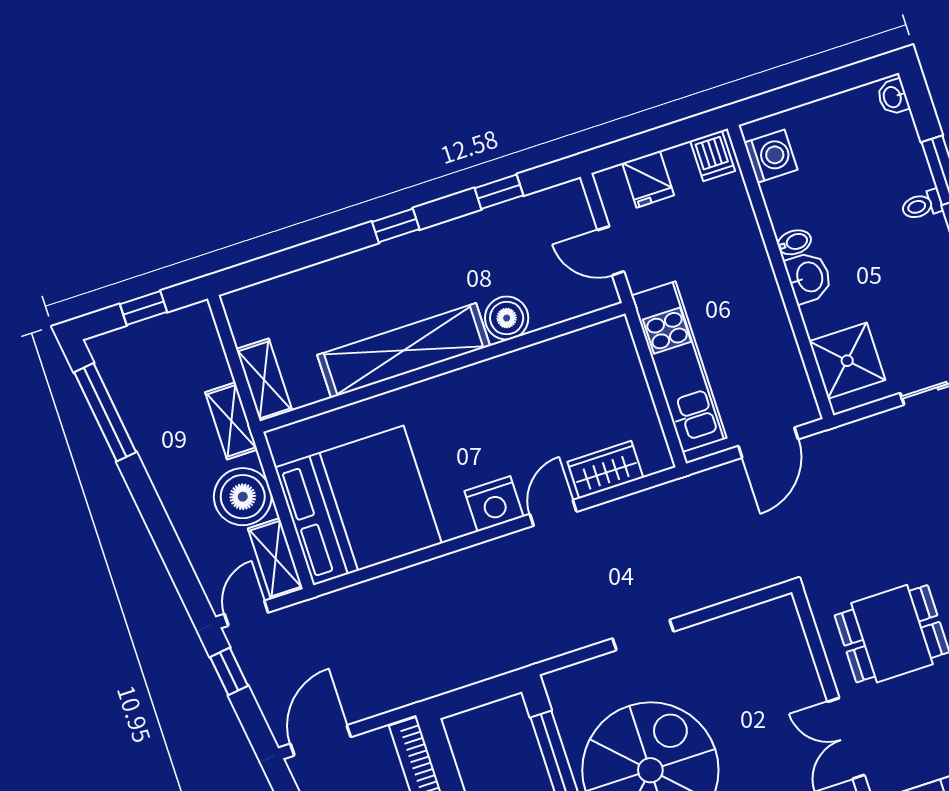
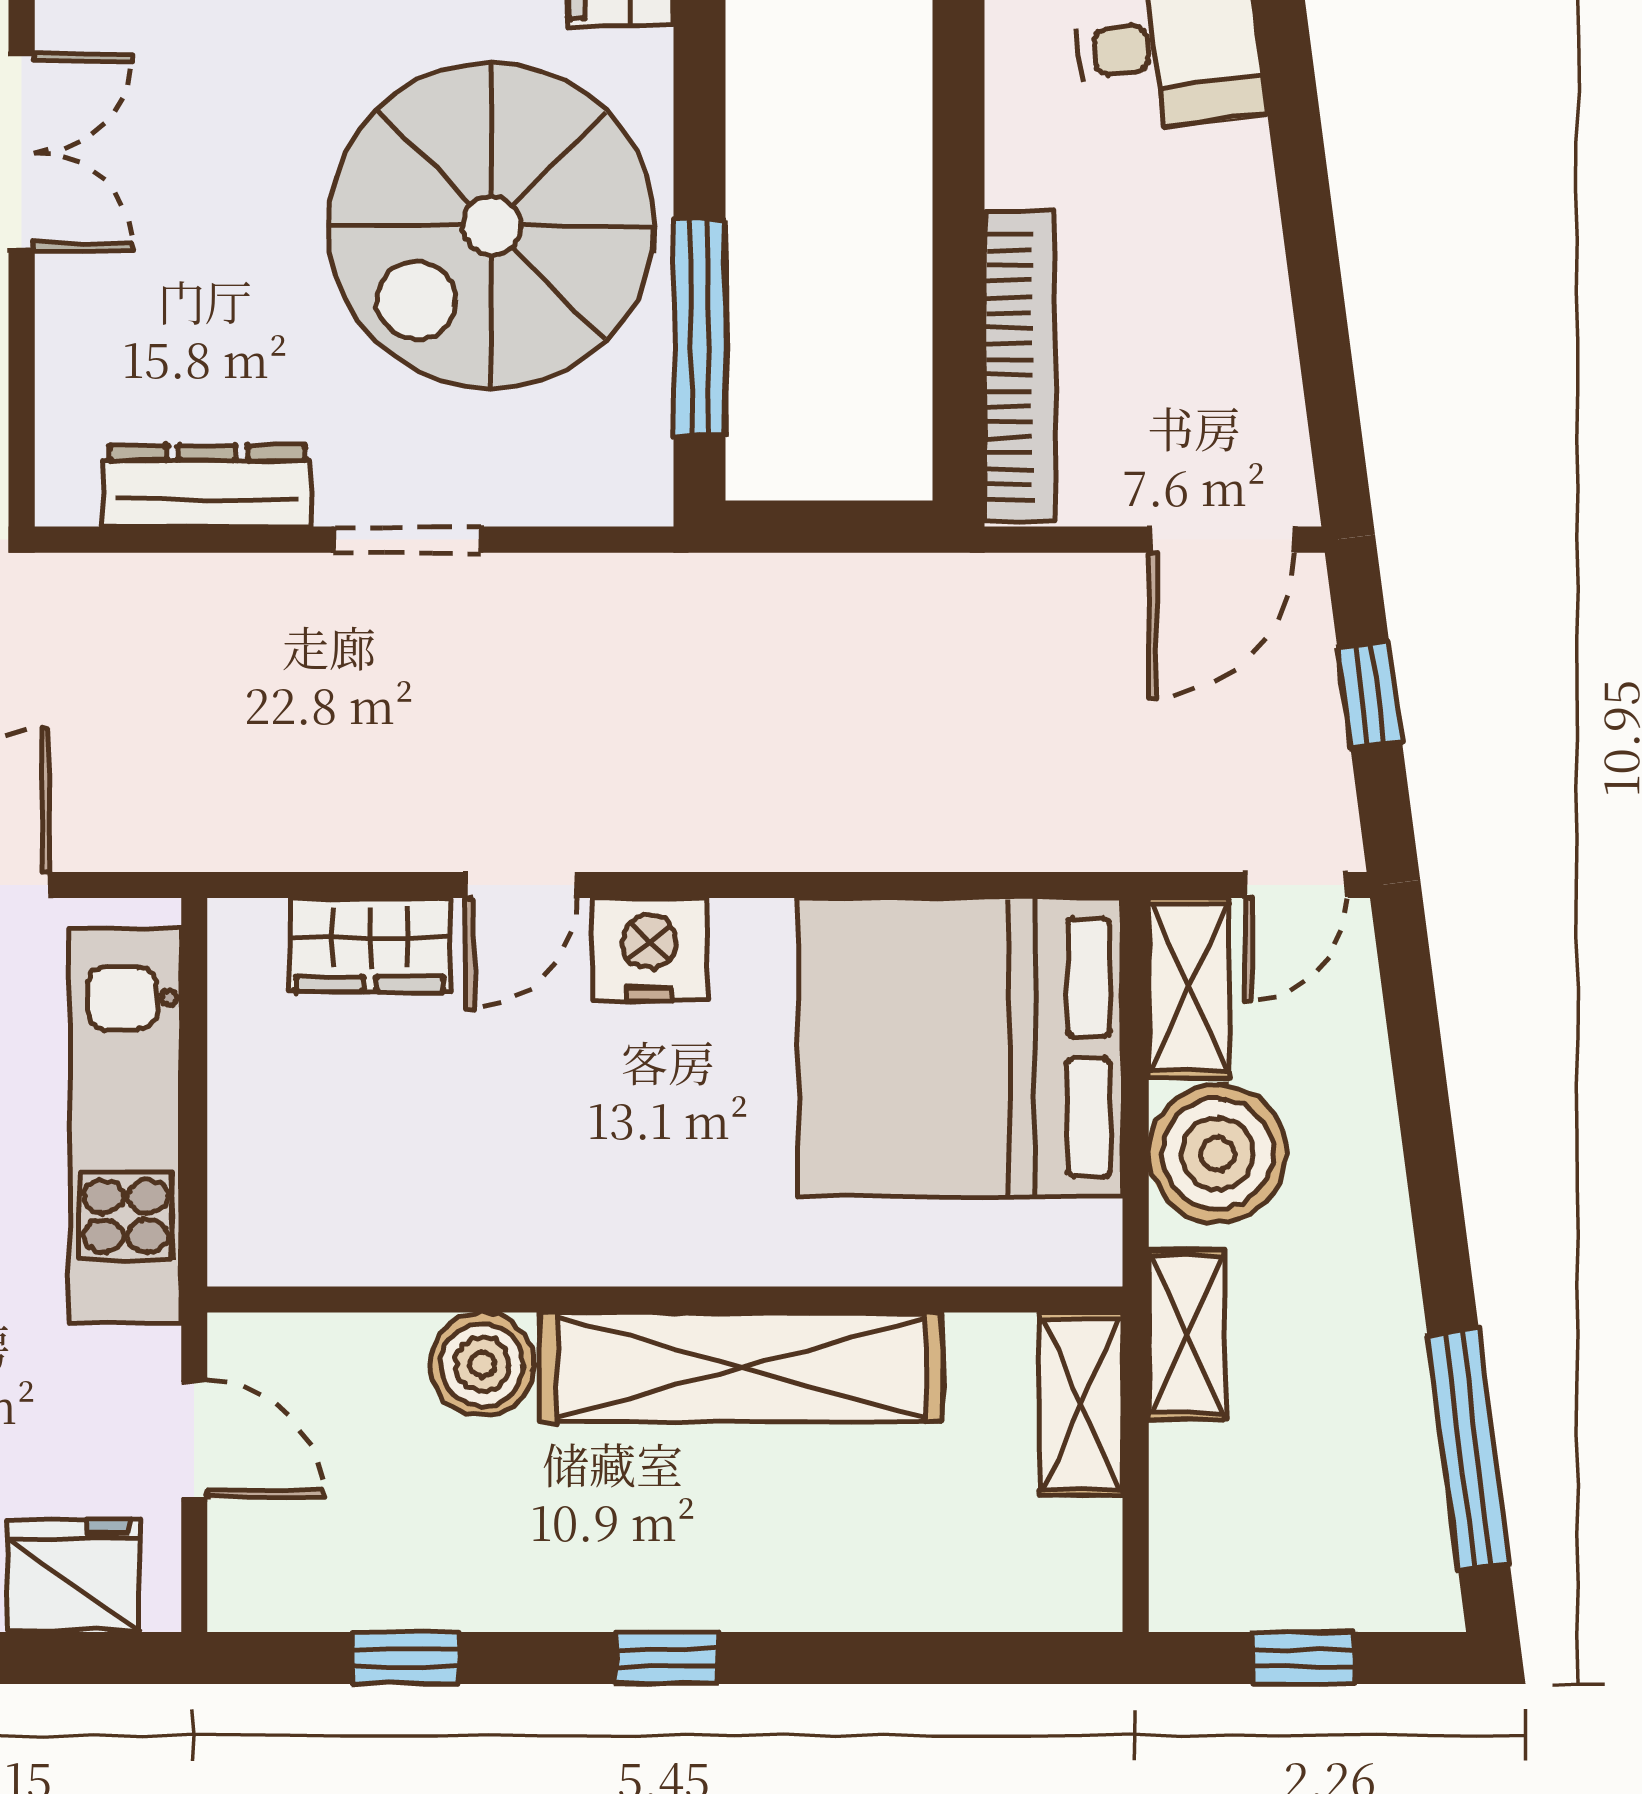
fridge: (648, 179) -> (74, 1575), width x1.38
dresser: (729, 630) -> (207, 486), added
window: (229, 671) -> (1370, 695), moved

